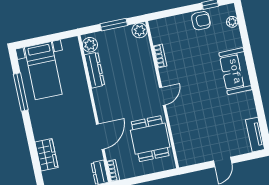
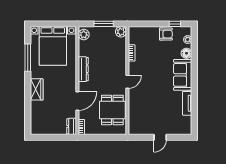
floor lamp: (234, 41) -> (186, 53), added
dresser: (95, 70) -> (83, 69), moved
bed with nightstands: (43, 71) -> (53, 46), width x1.36
tv unit: (255, 135) -> (187, 103), moved
wardrobe: (46, 155) -> (37, 89), moved

